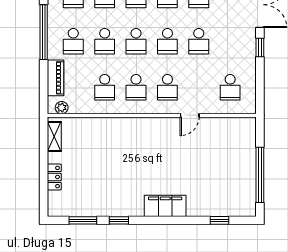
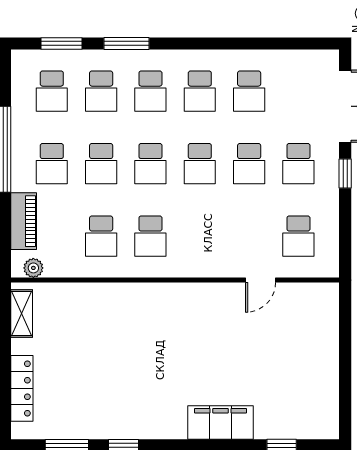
school desk: (167, 87) -> (298, 164), moved
door: (190, 115) -> (260, 280), moved
window: (260, 175) -> (345, 374), removed
locker: (54, 177) -> (22, 388), width x1.53
filing cabinet: (165, 206) -> (221, 423), moved

